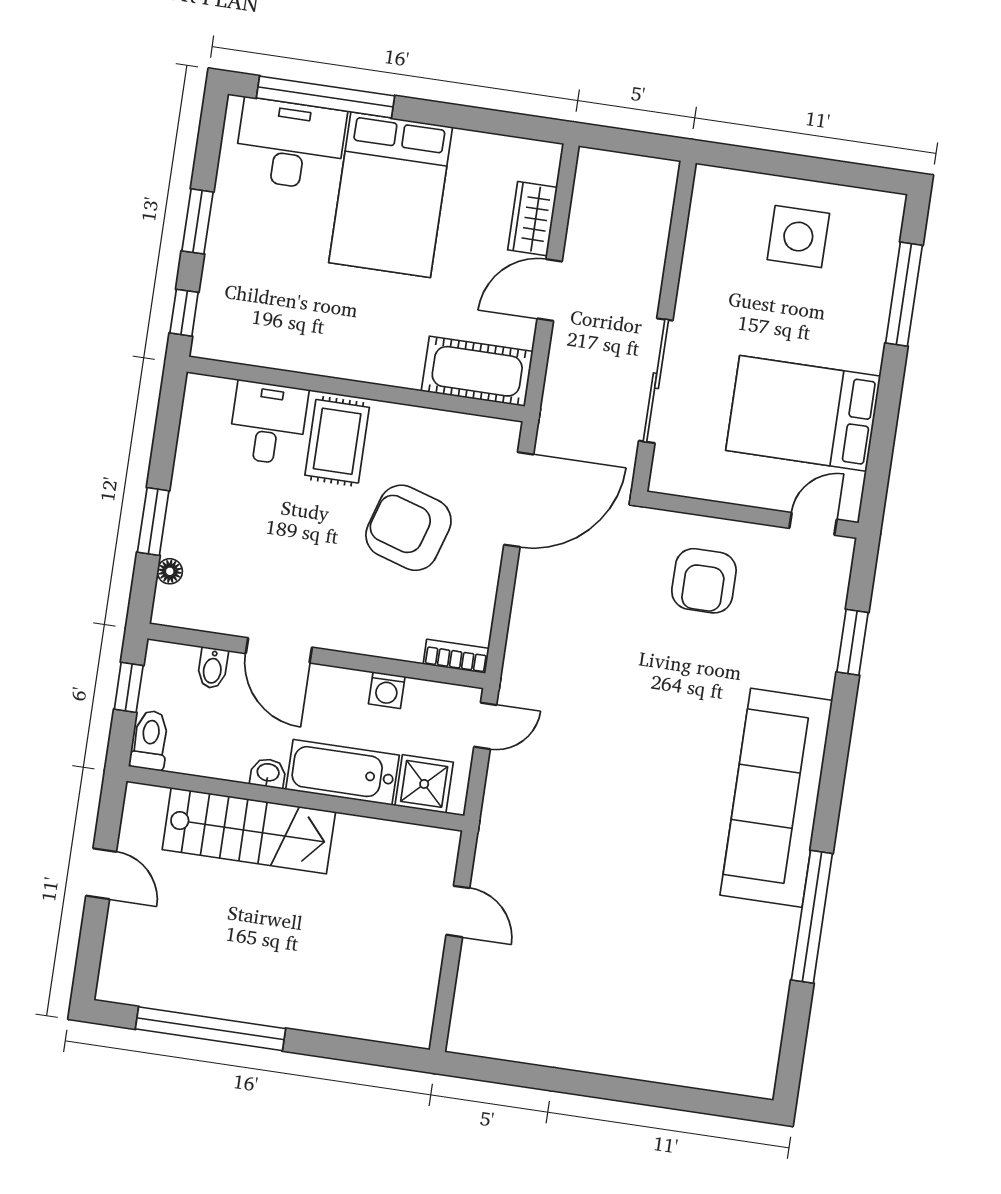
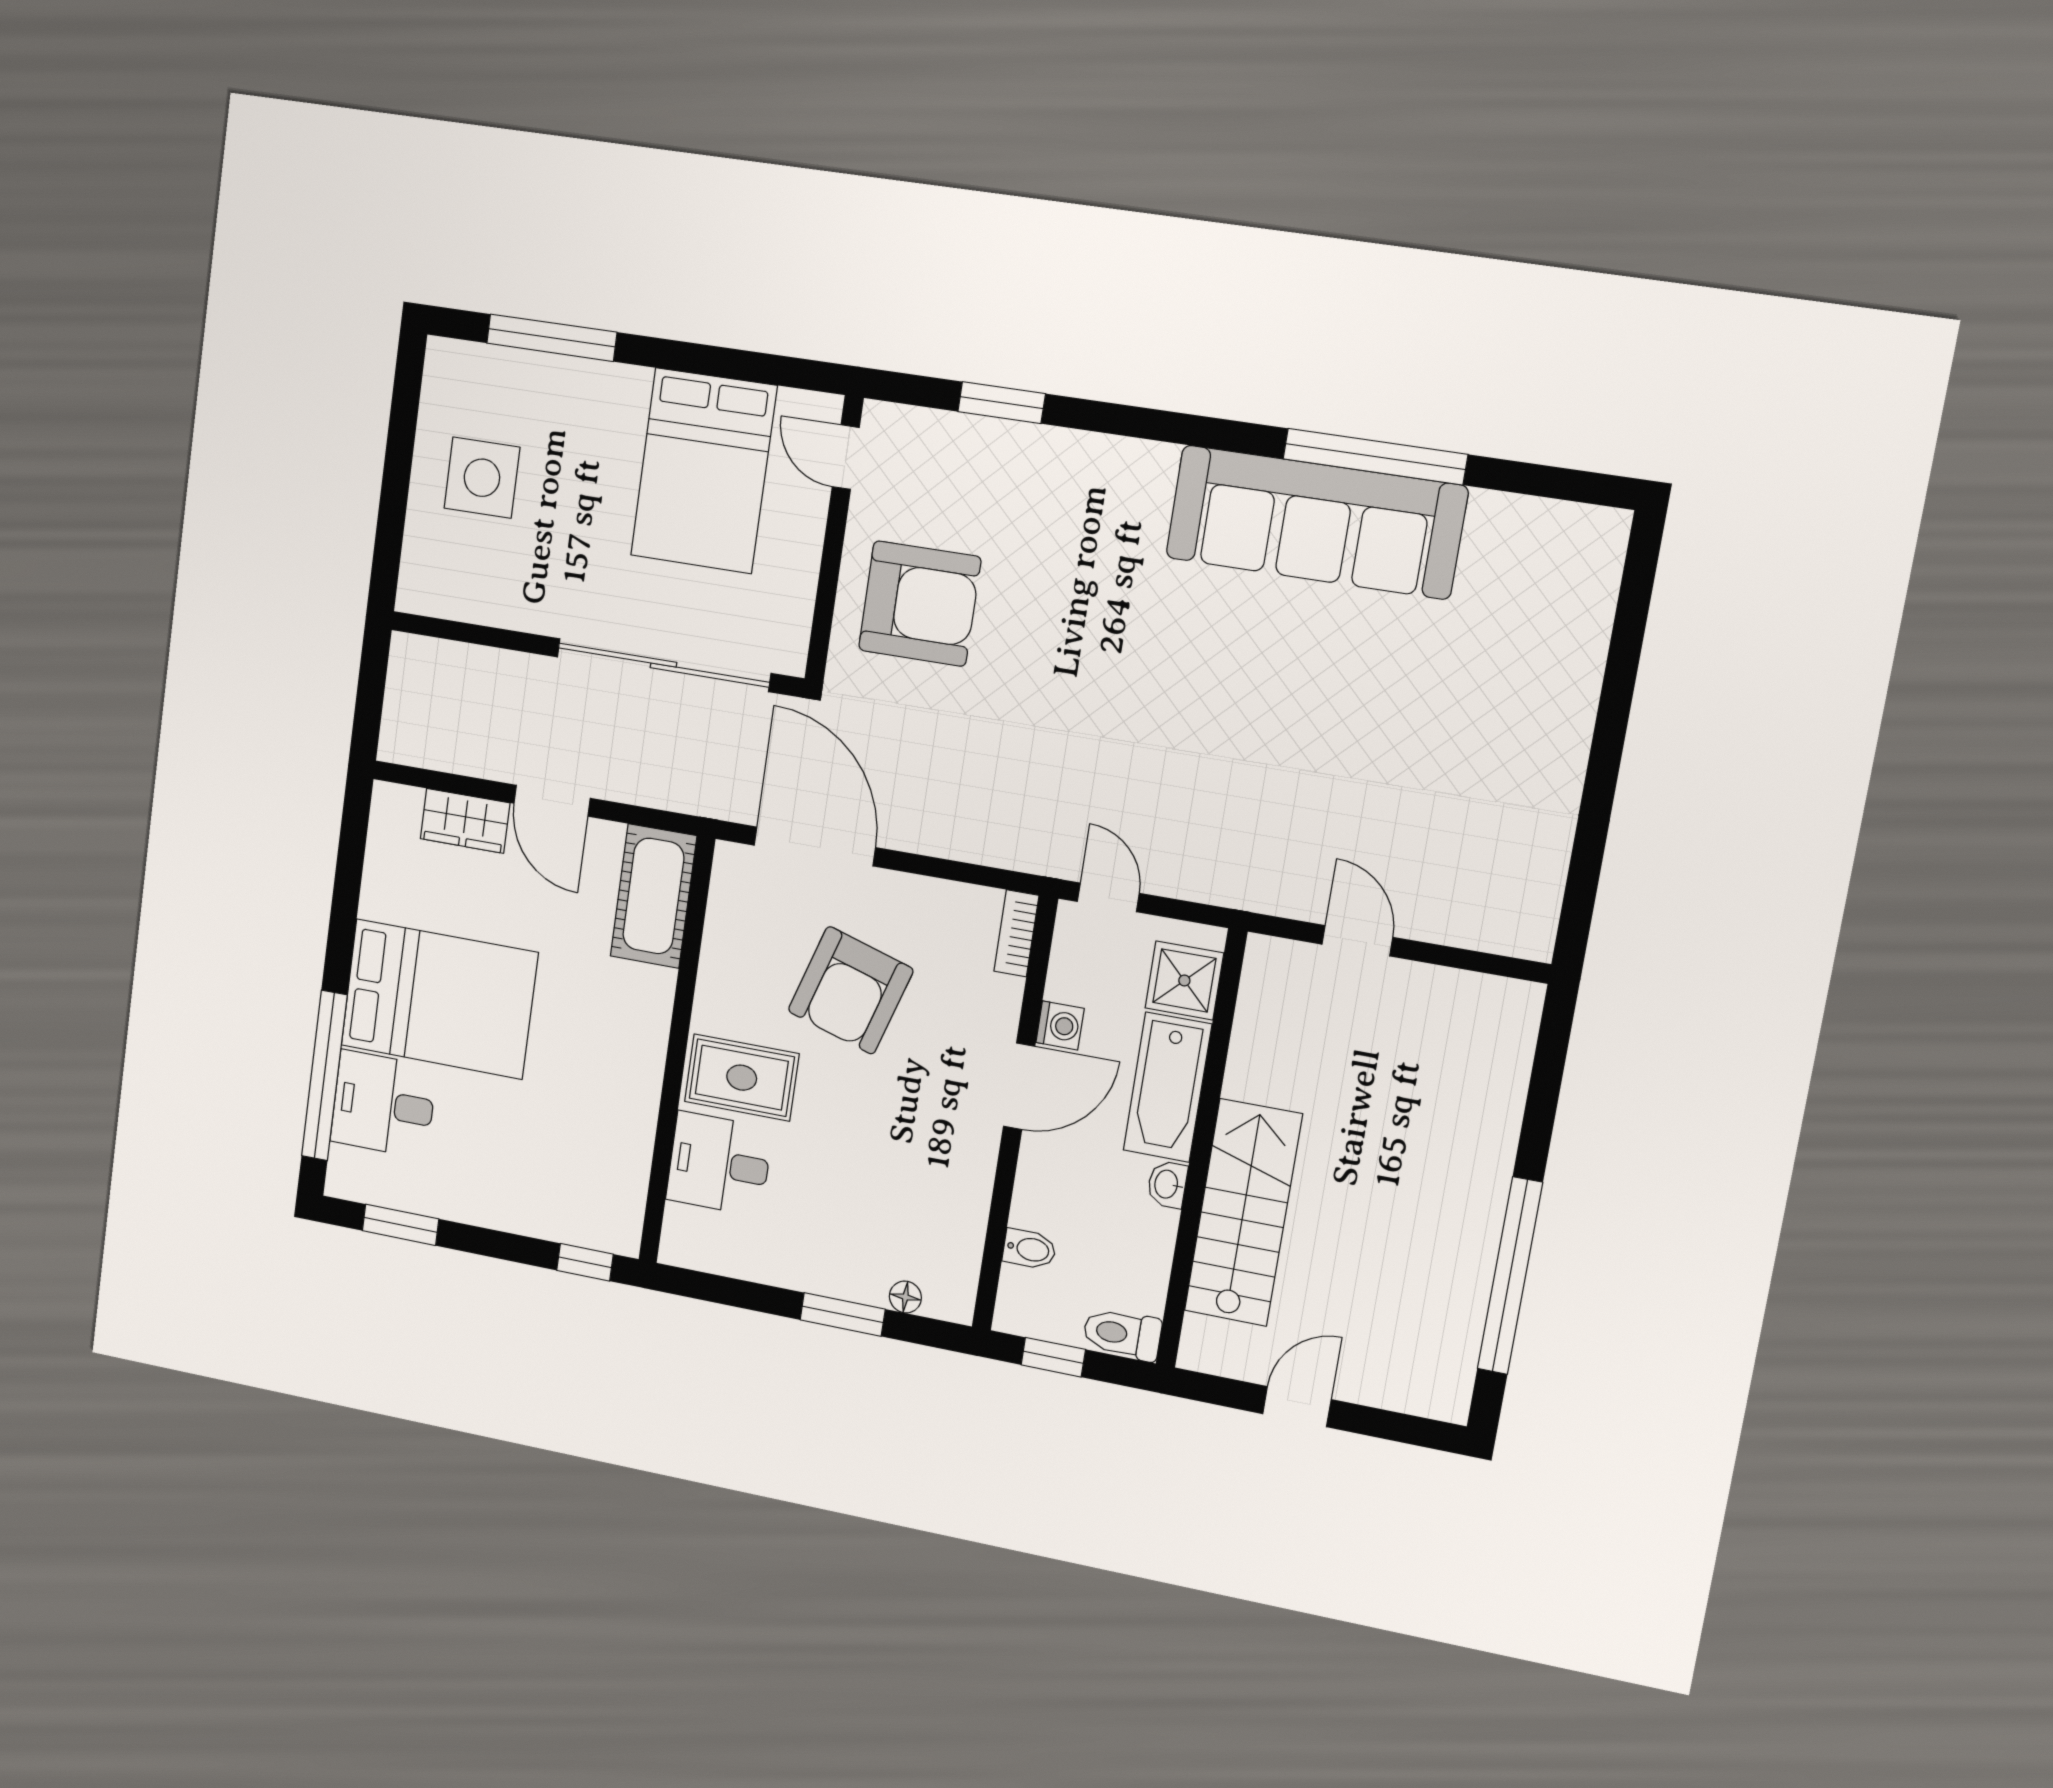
desk: (290, 144) -> (383, 1104), width x0.73
window: (198, 221) -> (401, 1225), moved
sliding door: (656, 381) -> (663, 665), width x1.36
armchair: (704, 581) -> (920, 604), width x1.36, depth x1.36
door: (279, 650) -> (1019, 1086), moved
sofa: (776, 798) -> (1316, 522), moved
door: (458, 911) -> (1357, 941), hinge flipped

